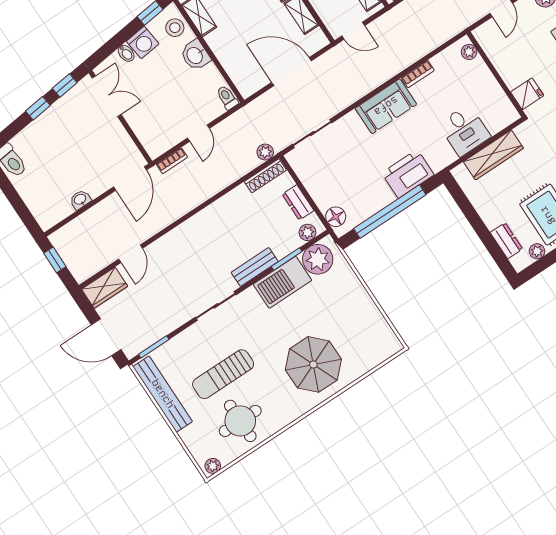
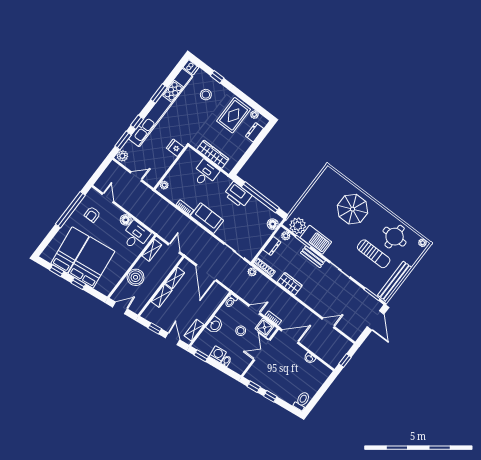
stool: (175, 28) -> (241, 331), moved
double door: (107, 96) -> (262, 350), moved
shower: (161, 140) -> (264, 327), added
wardrobe: (105, 288) -> (290, 284), moved

